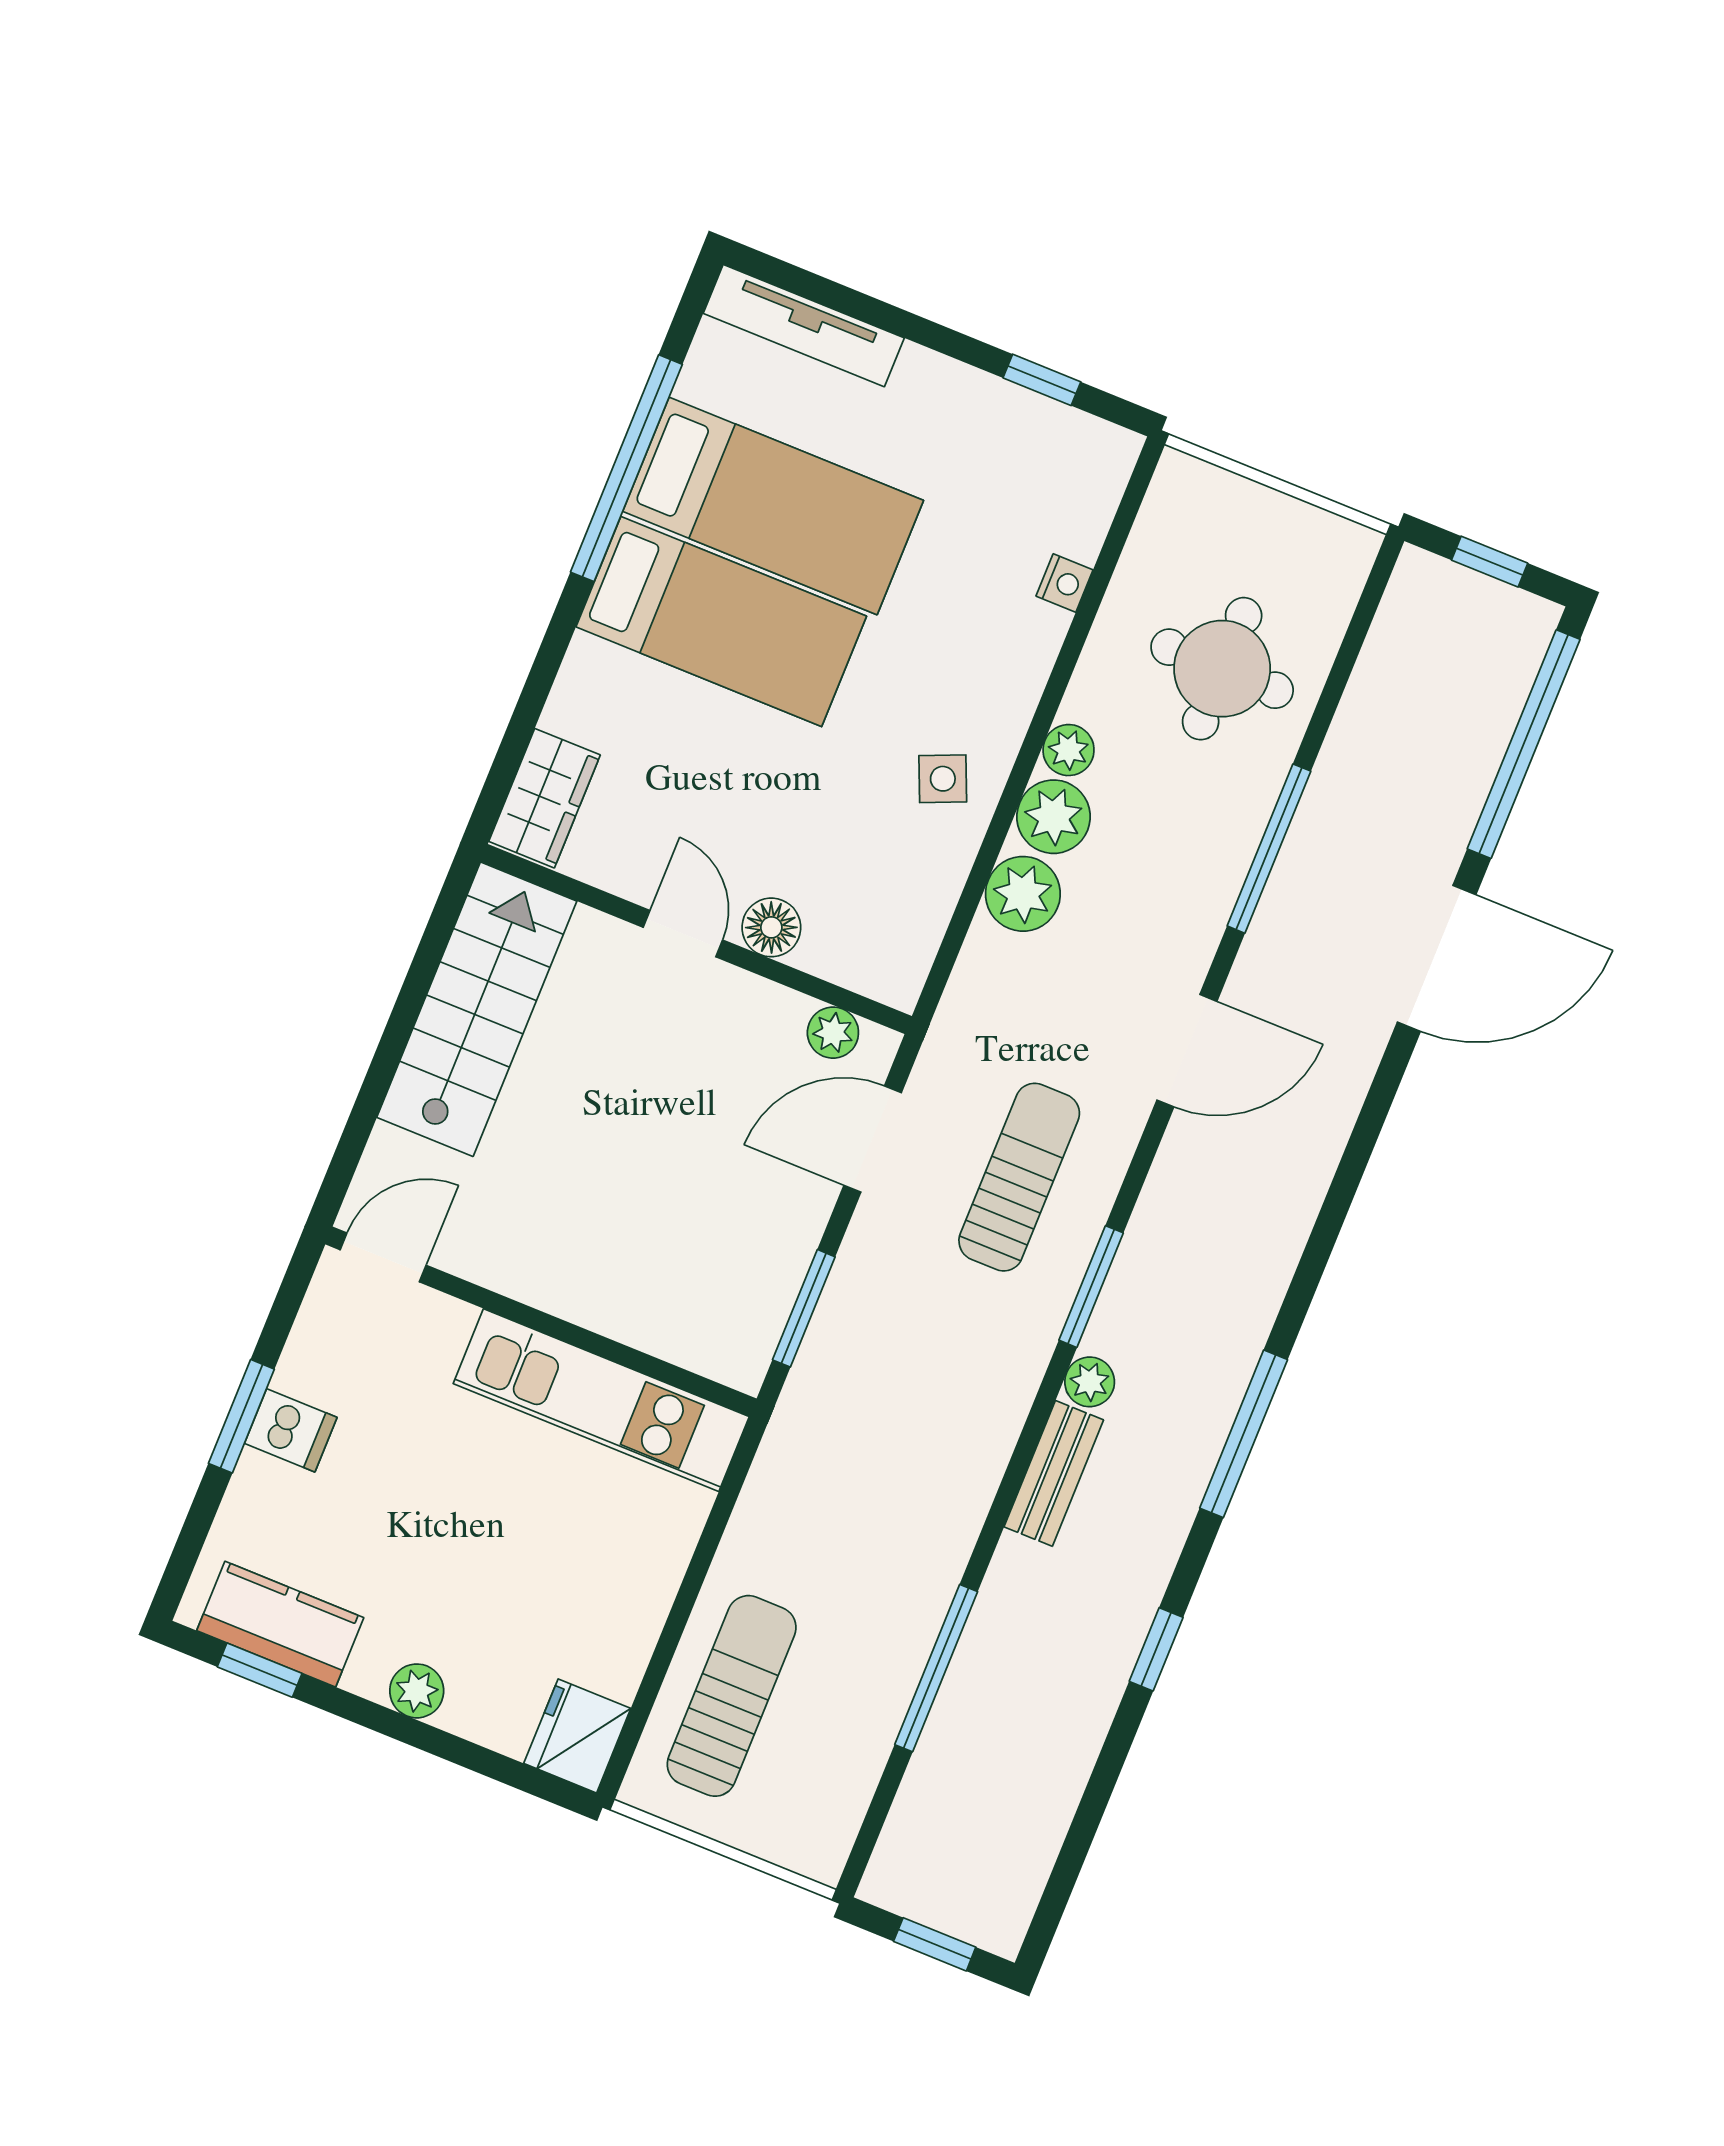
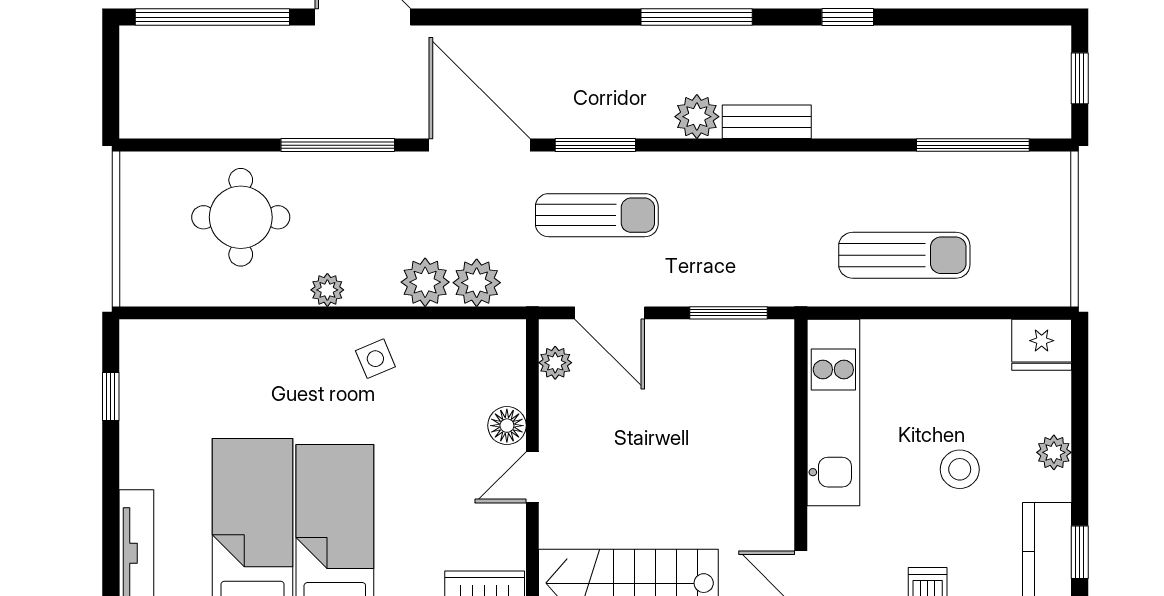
window: (1490, 562) -> (111, 82), removed
nightstand: (1065, 583) -> (228, 333), removed
plant: (1054, 817) -> (477, 283), moved
door: (1187, 1051) -> (480, 145), width x1.36
sun lounger: (1019, 1177) -> (597, 215), turned 180
window: (1091, 1287) -> (595, 145), moved
plant: (1090, 1382) -> (697, 117), width x1.38, depth x1.38
stool: (447, 1547) -> (960, 469), added
window: (936, 1668) -> (973, 145), moved
sun lounger: (732, 1696) -> (904, 255), moved, turned 180

